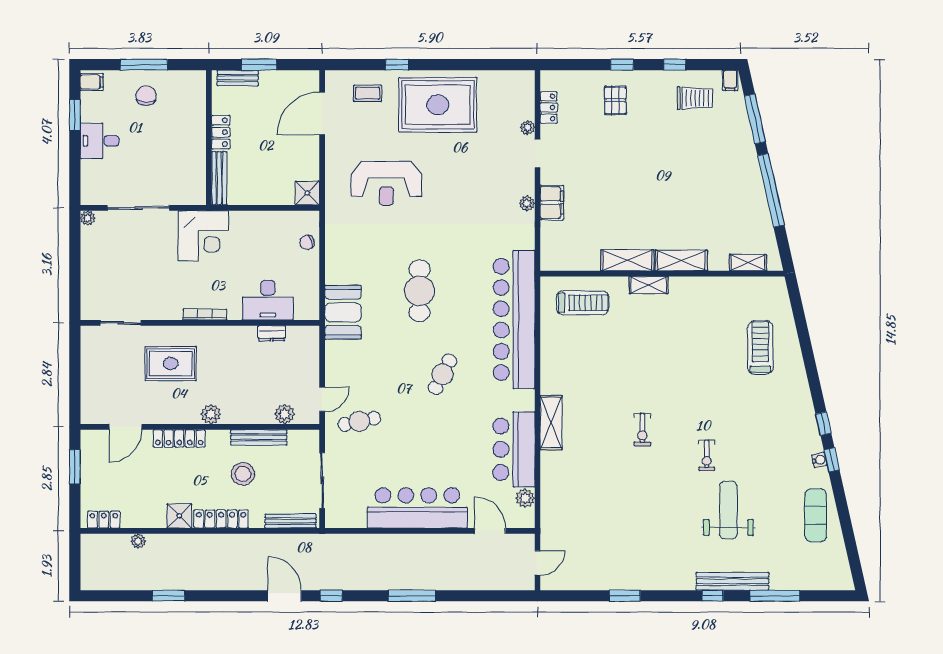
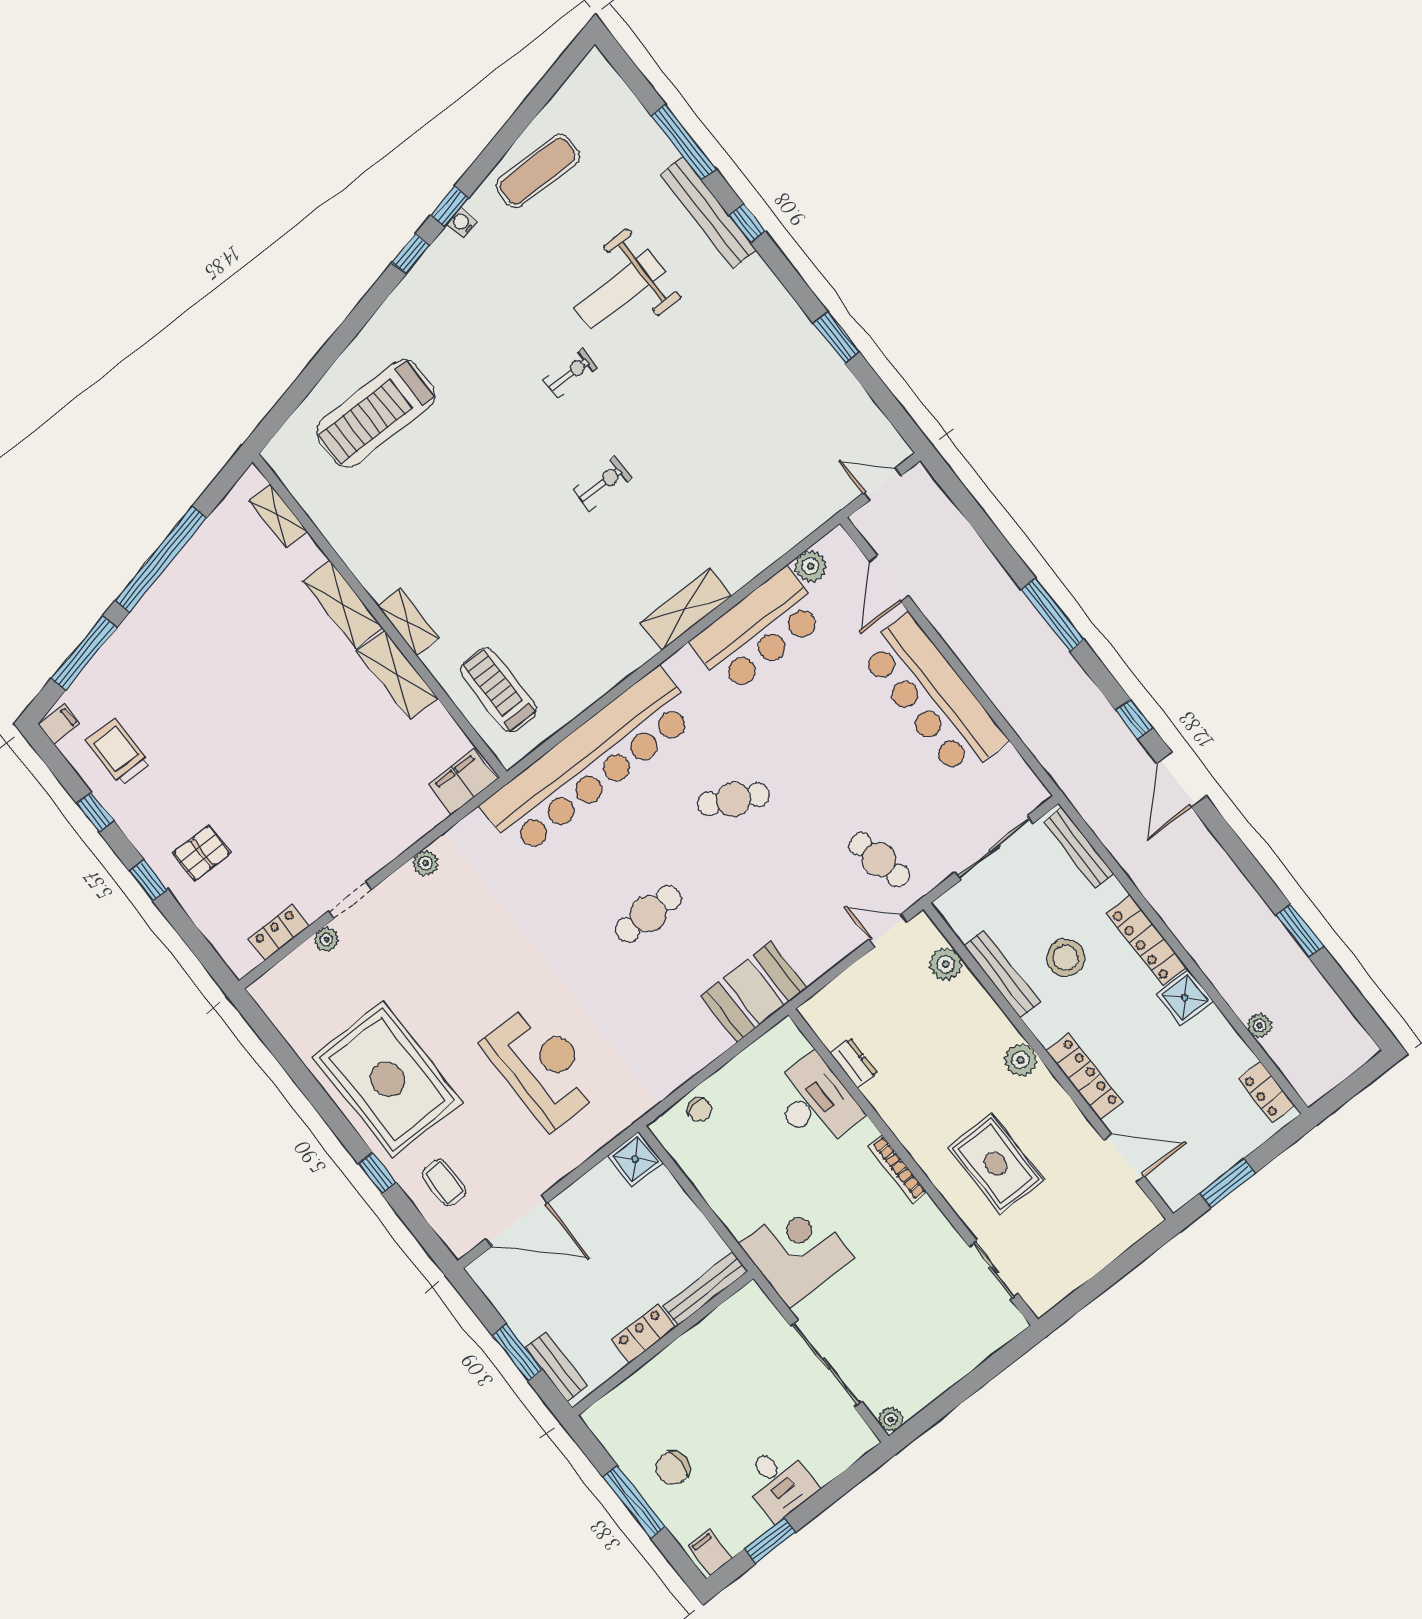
filing cabinet: (552, 203) -> (463, 782), moved
cafe table: (420, 291) -> (648, 914), width x0.73, depth x0.74
treadmill: (760, 348) -> (376, 413), width x1.37, depth x1.38

